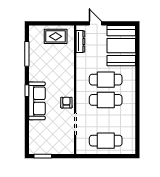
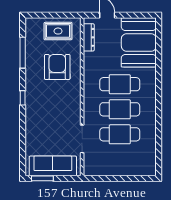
sofa: (37, 101) -> (53, 166), moved, turned -90
armchair: (66, 103) -> (57, 67), moved, width x1.88, depth x1.88
cafe table: (106, 141) -> (120, 134), moved

